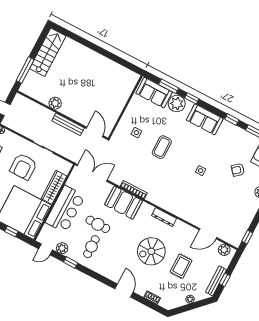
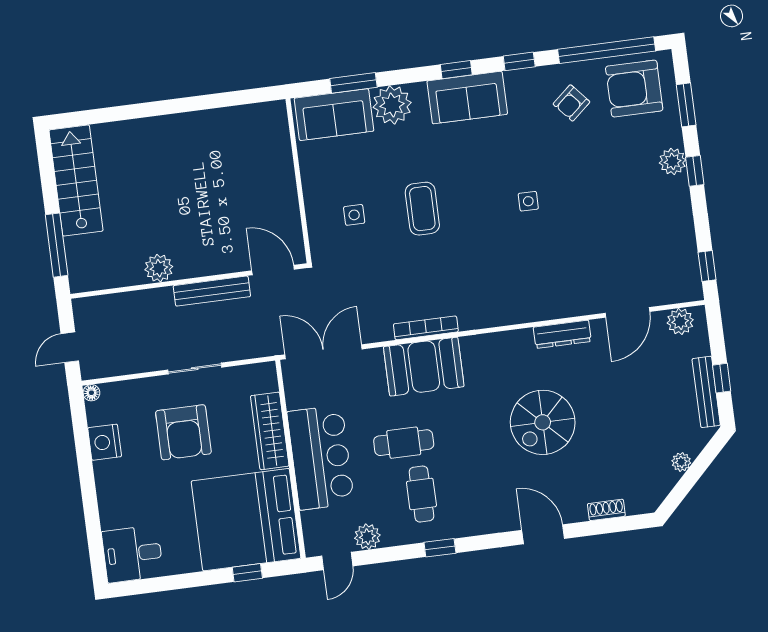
window: (192, 98) -> (456, 70), moved
armchair: (238, 170) -> (571, 103), moved
dresser: (164, 217) -> (562, 334), moved
window: (71, 263) -> (440, 548), moved
rug: (181, 266) -> (620, 411), removed

